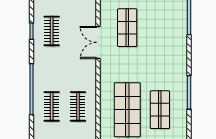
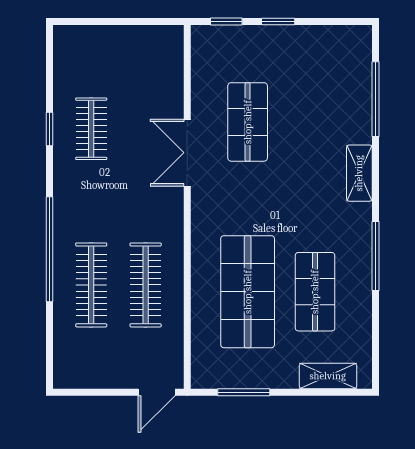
shelving: (181, 52) -> (359, 173), added
clothes rail: (52, 106) -> (91, 285), width x1.36
clothes rail: (78, 106) -> (146, 285), width x1.36

